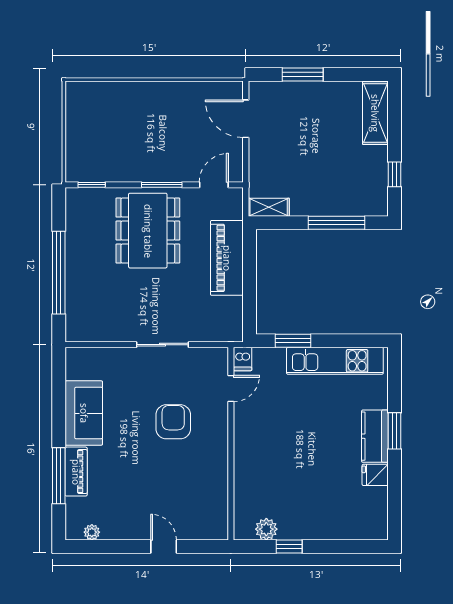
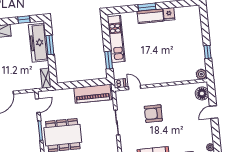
door: (214, 185) -> (38, 106), swing flipped
freezer: (344, 200) -> (38, 43), added
window: (337, 223) -> (50, 45), width x0.69
piano: (227, 258) -> (93, 94), moved
floor lamp: (205, 526) -> (202, 93), added
plant: (266, 529) -> (201, 74), moved

